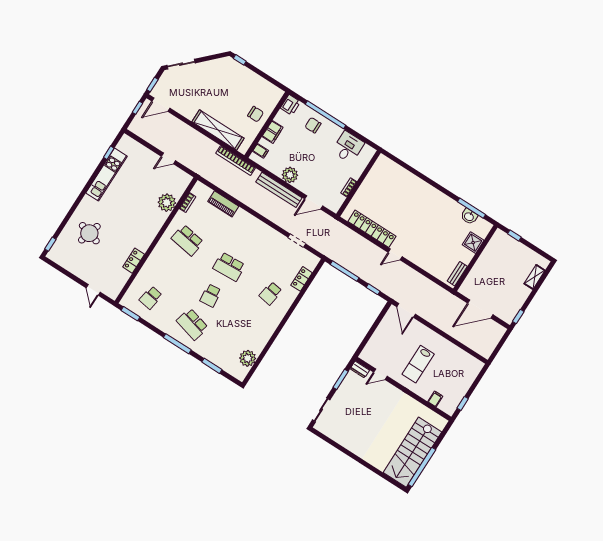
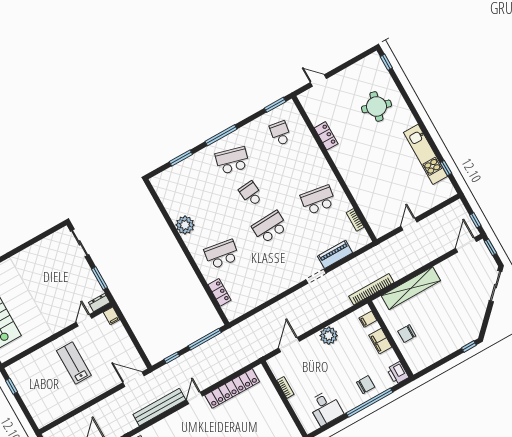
bench: (279, 190) -> (159, 407), moved
plant: (167, 203) -> (366, 199), removed
doorway: (297, 240) -> (316, 276), moved
school desk: (271, 293) -> (222, 254), width x1.85
plant: (248, 358) -> (185, 225), moved
filing cabinet: (435, 399) -> (112, 316), moved

